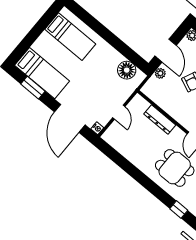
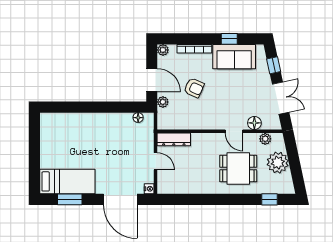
bed: (70, 37) -> (65, 133), removed
floor lamp: (127, 70) -> (138, 118), width x0.53, depth x0.53
dresser: (160, 119) -> (174, 139), moved

